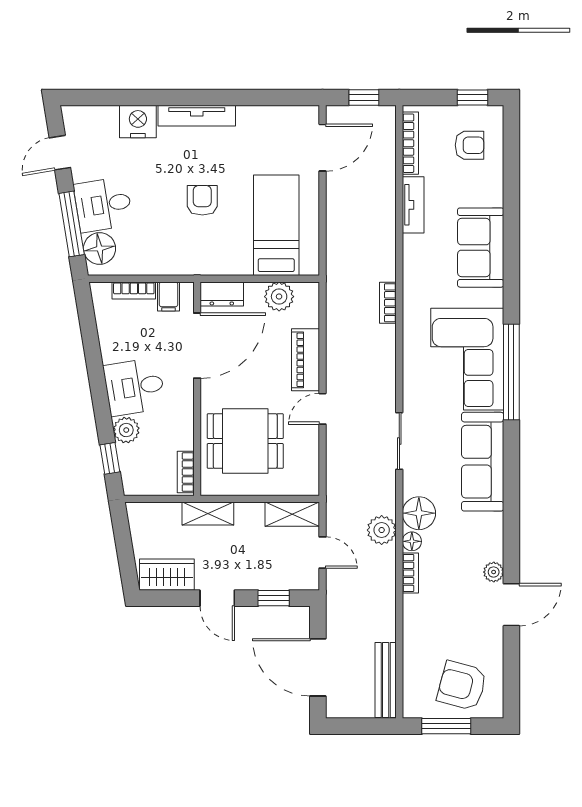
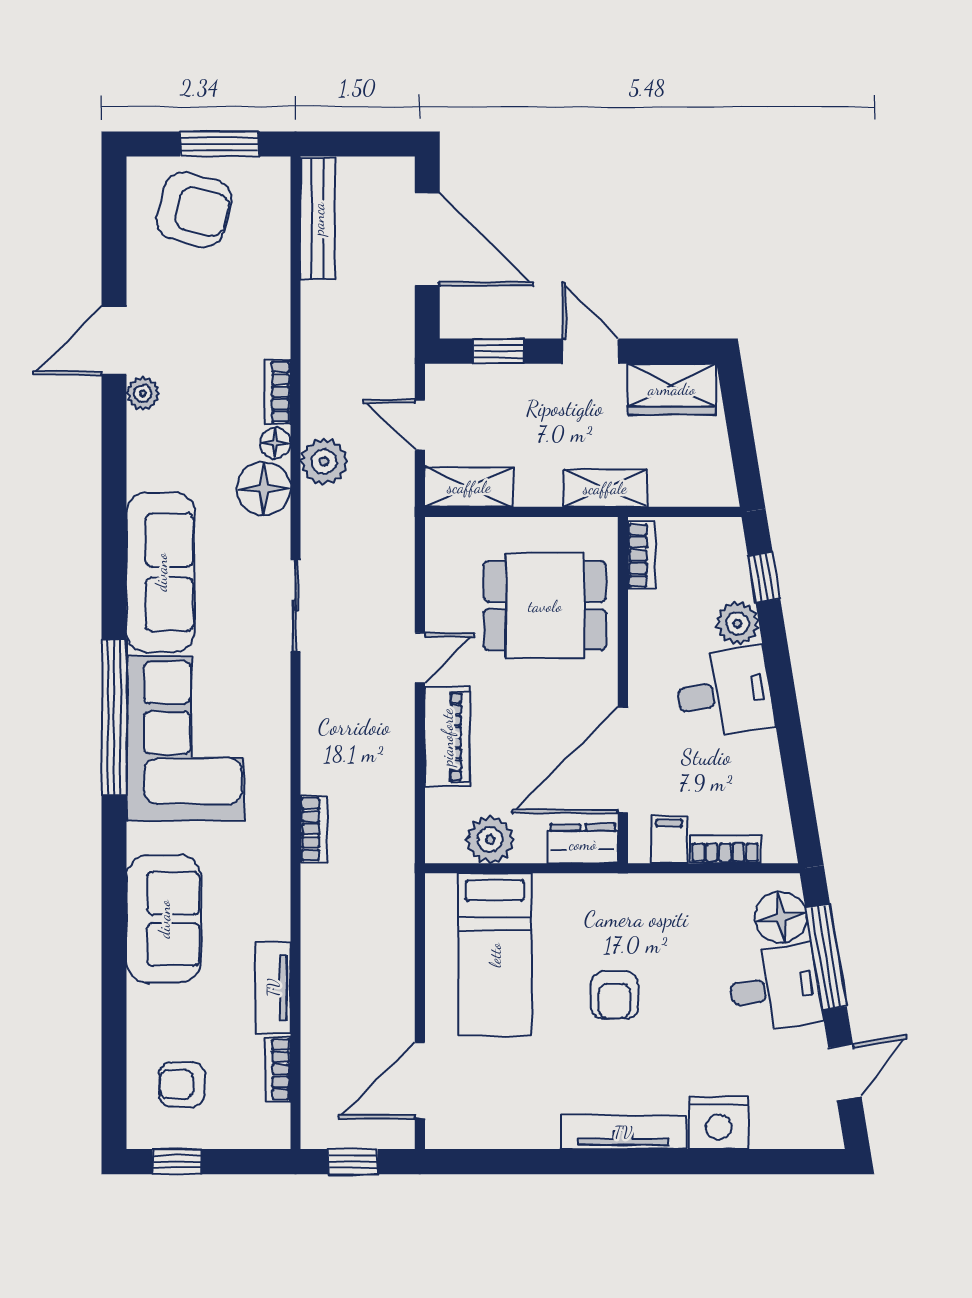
bookcase: (410, 143) -> (278, 1069), width x0.64

